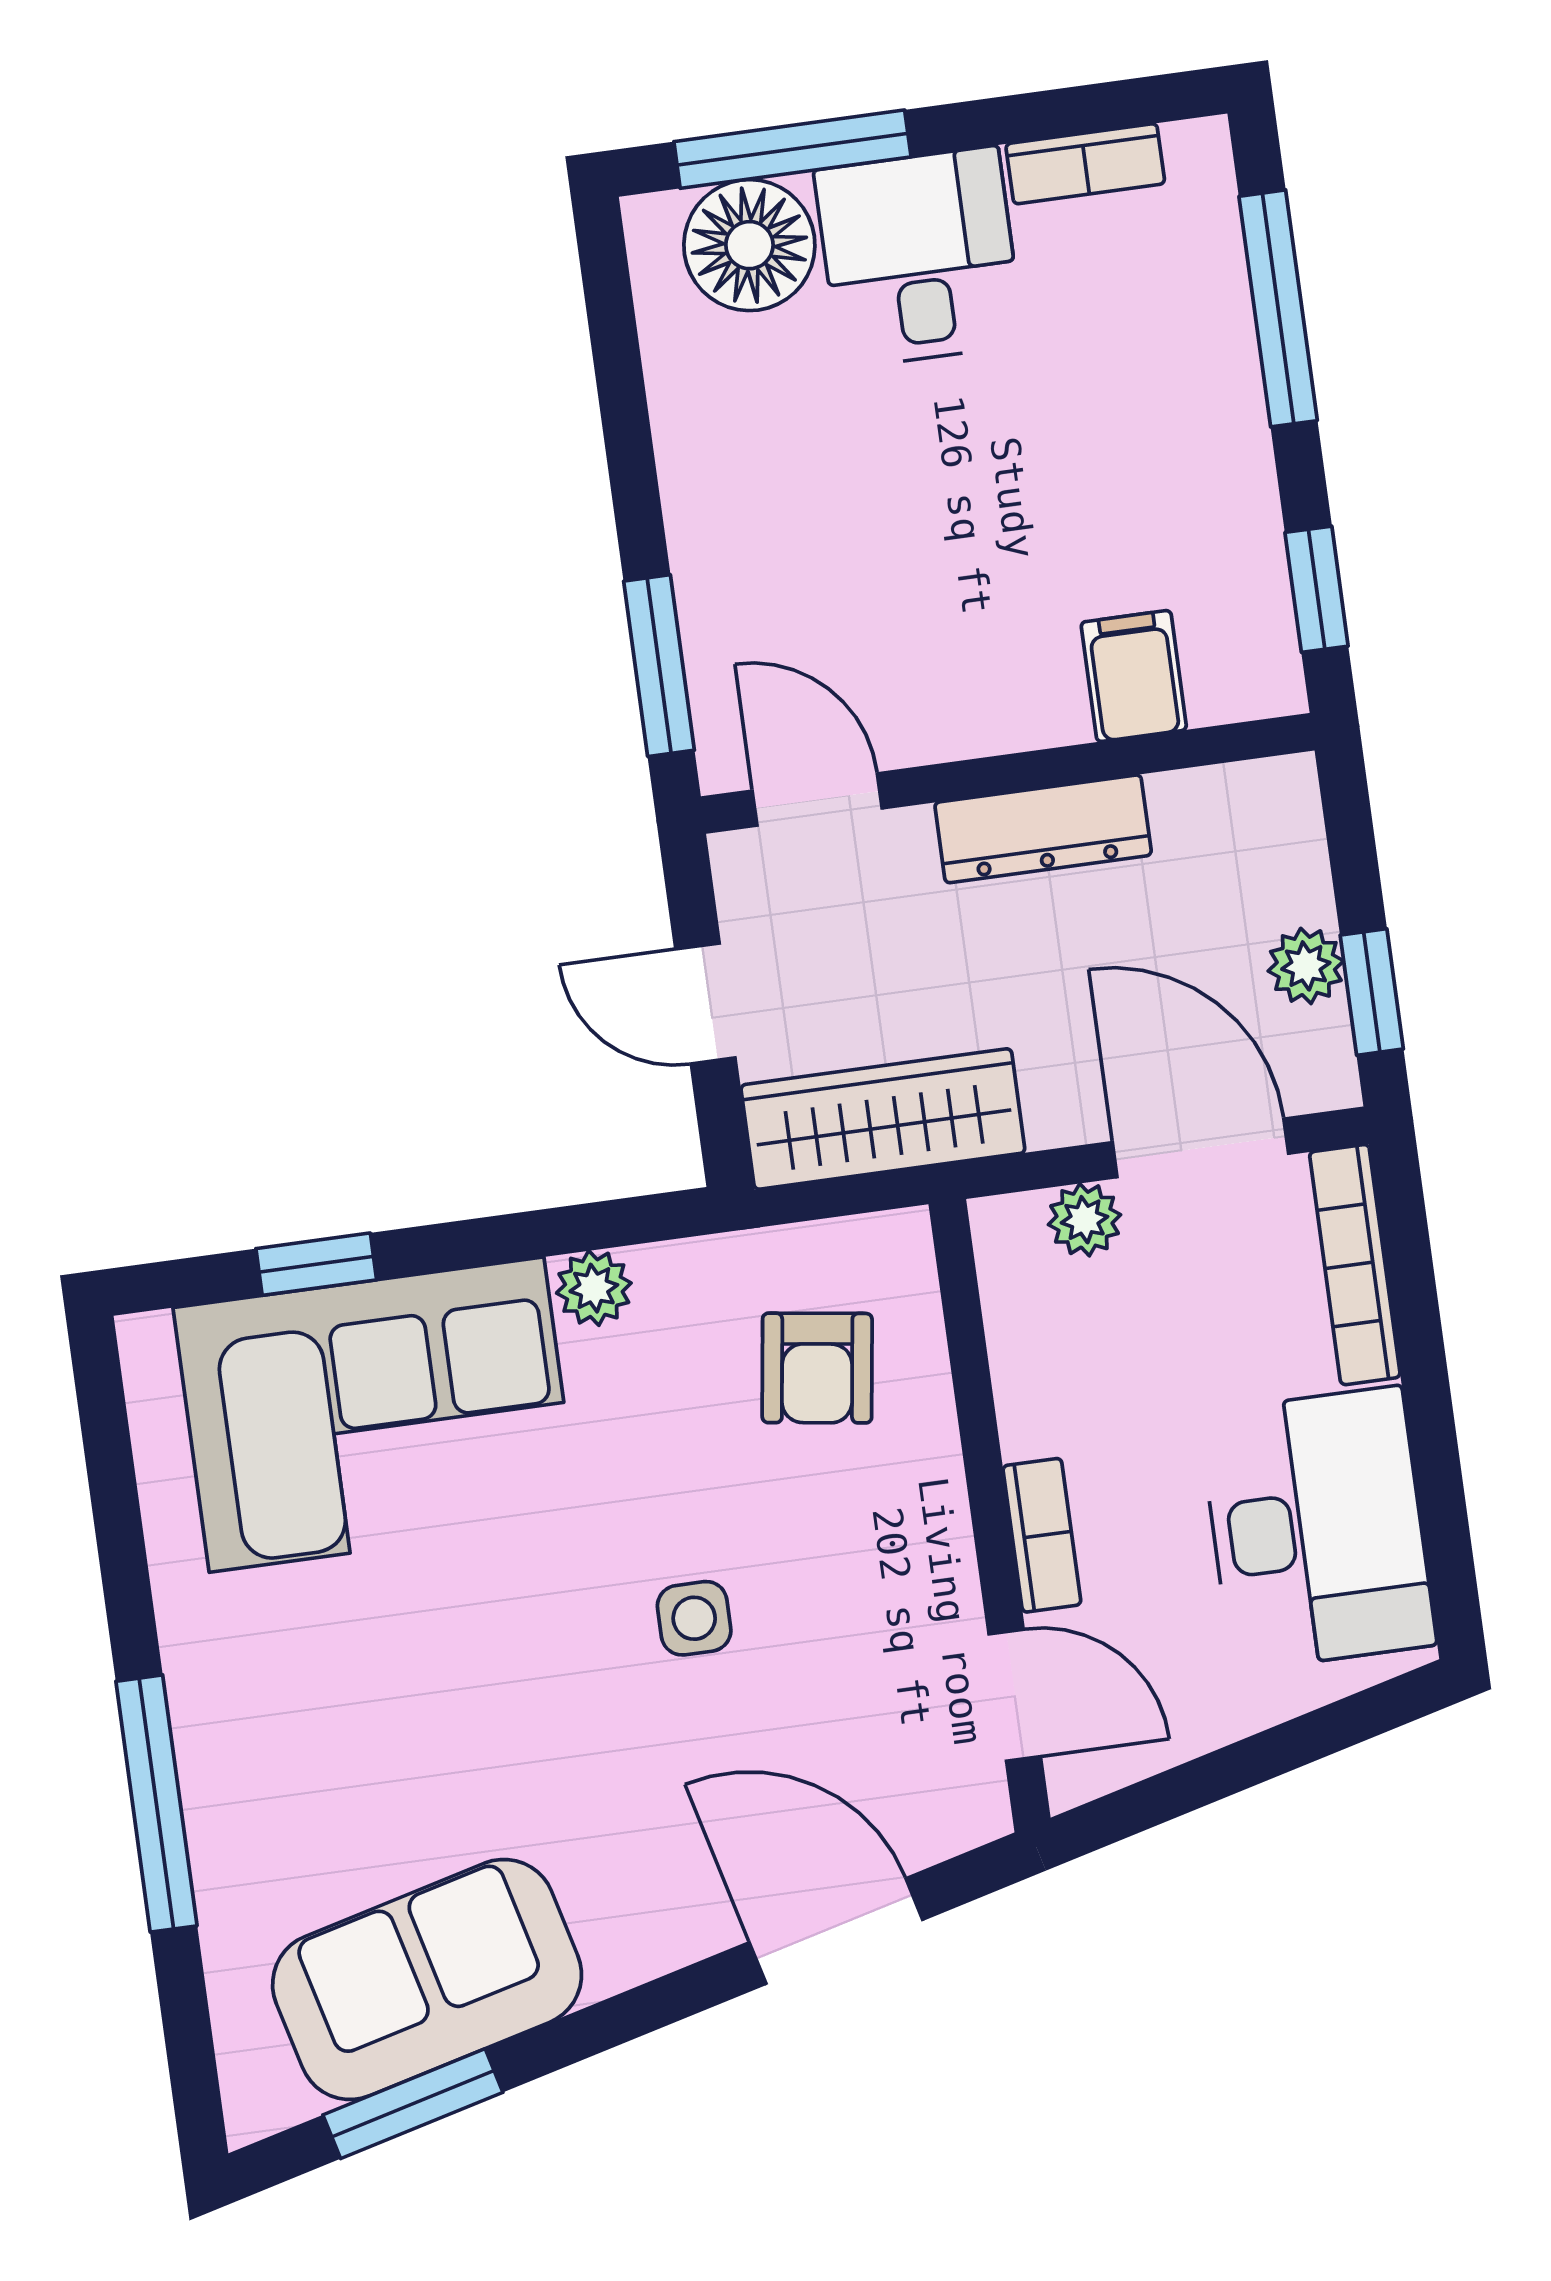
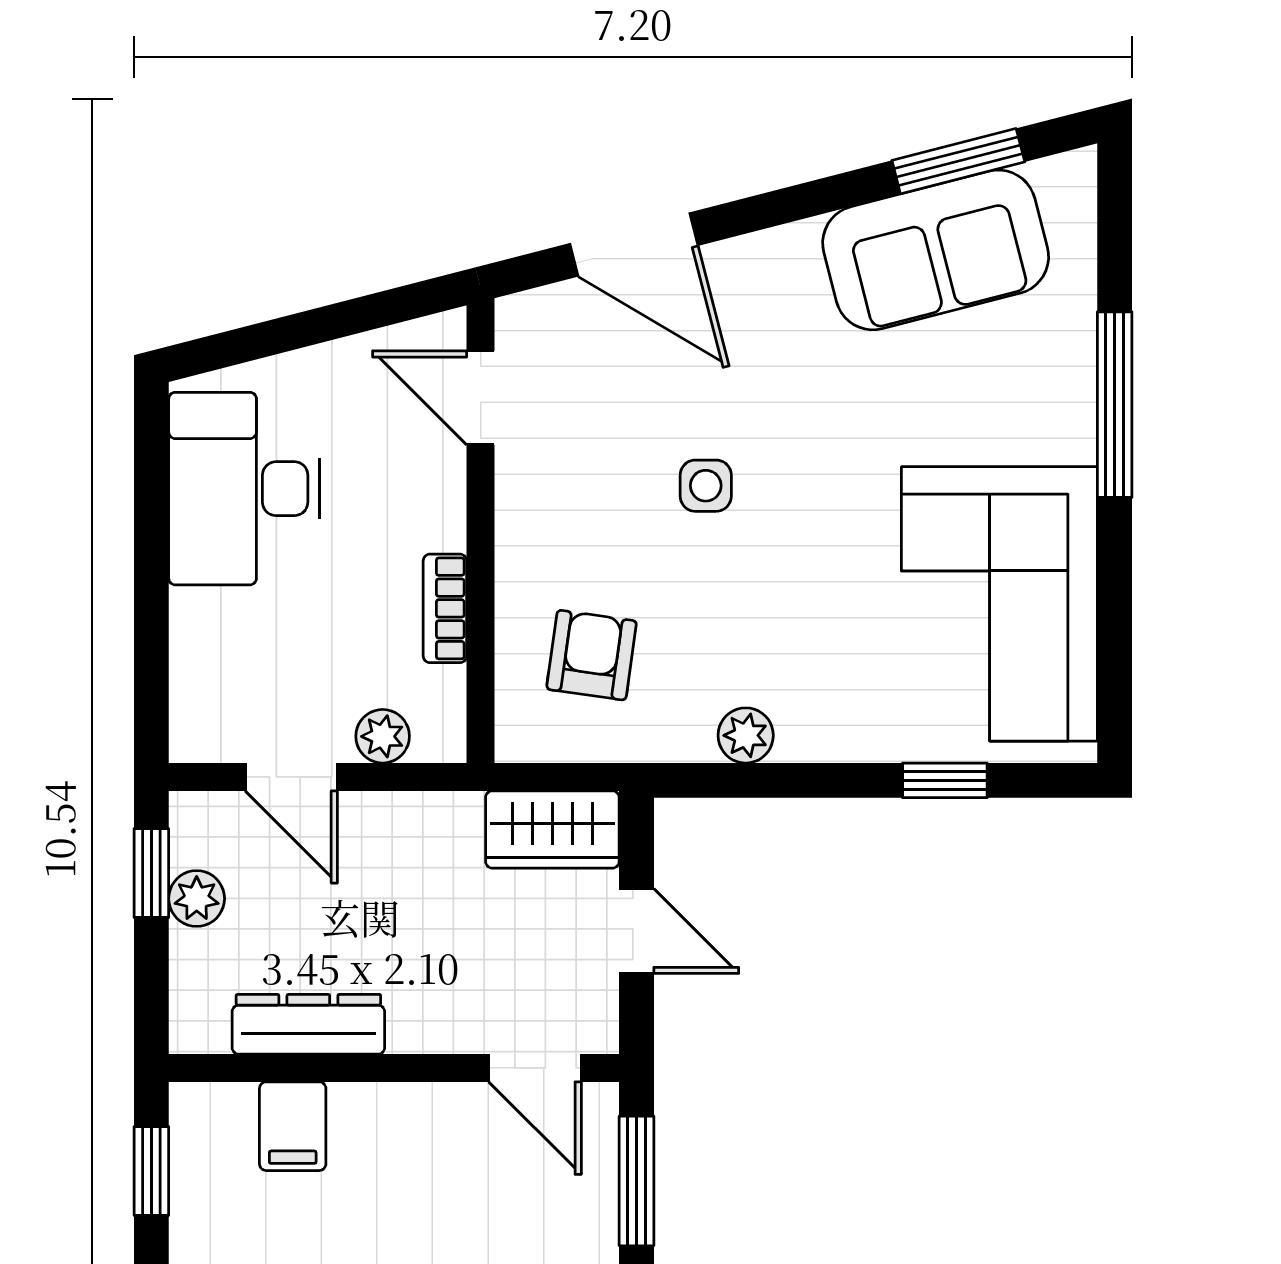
dresser: (1043, 829) -> (308, 1024), moved
wardrobe: (883, 1119) -> (552, 829), width x0.67
door: (1200, 1148) -> (291, 777), width x0.73
bookcase: (1355, 1265) -> (191, 677), removed
corner sofa: (377, 1415) -> (999, 604), moved, turned -90
bookcase: (1042, 1535) -> (445, 608), moved

